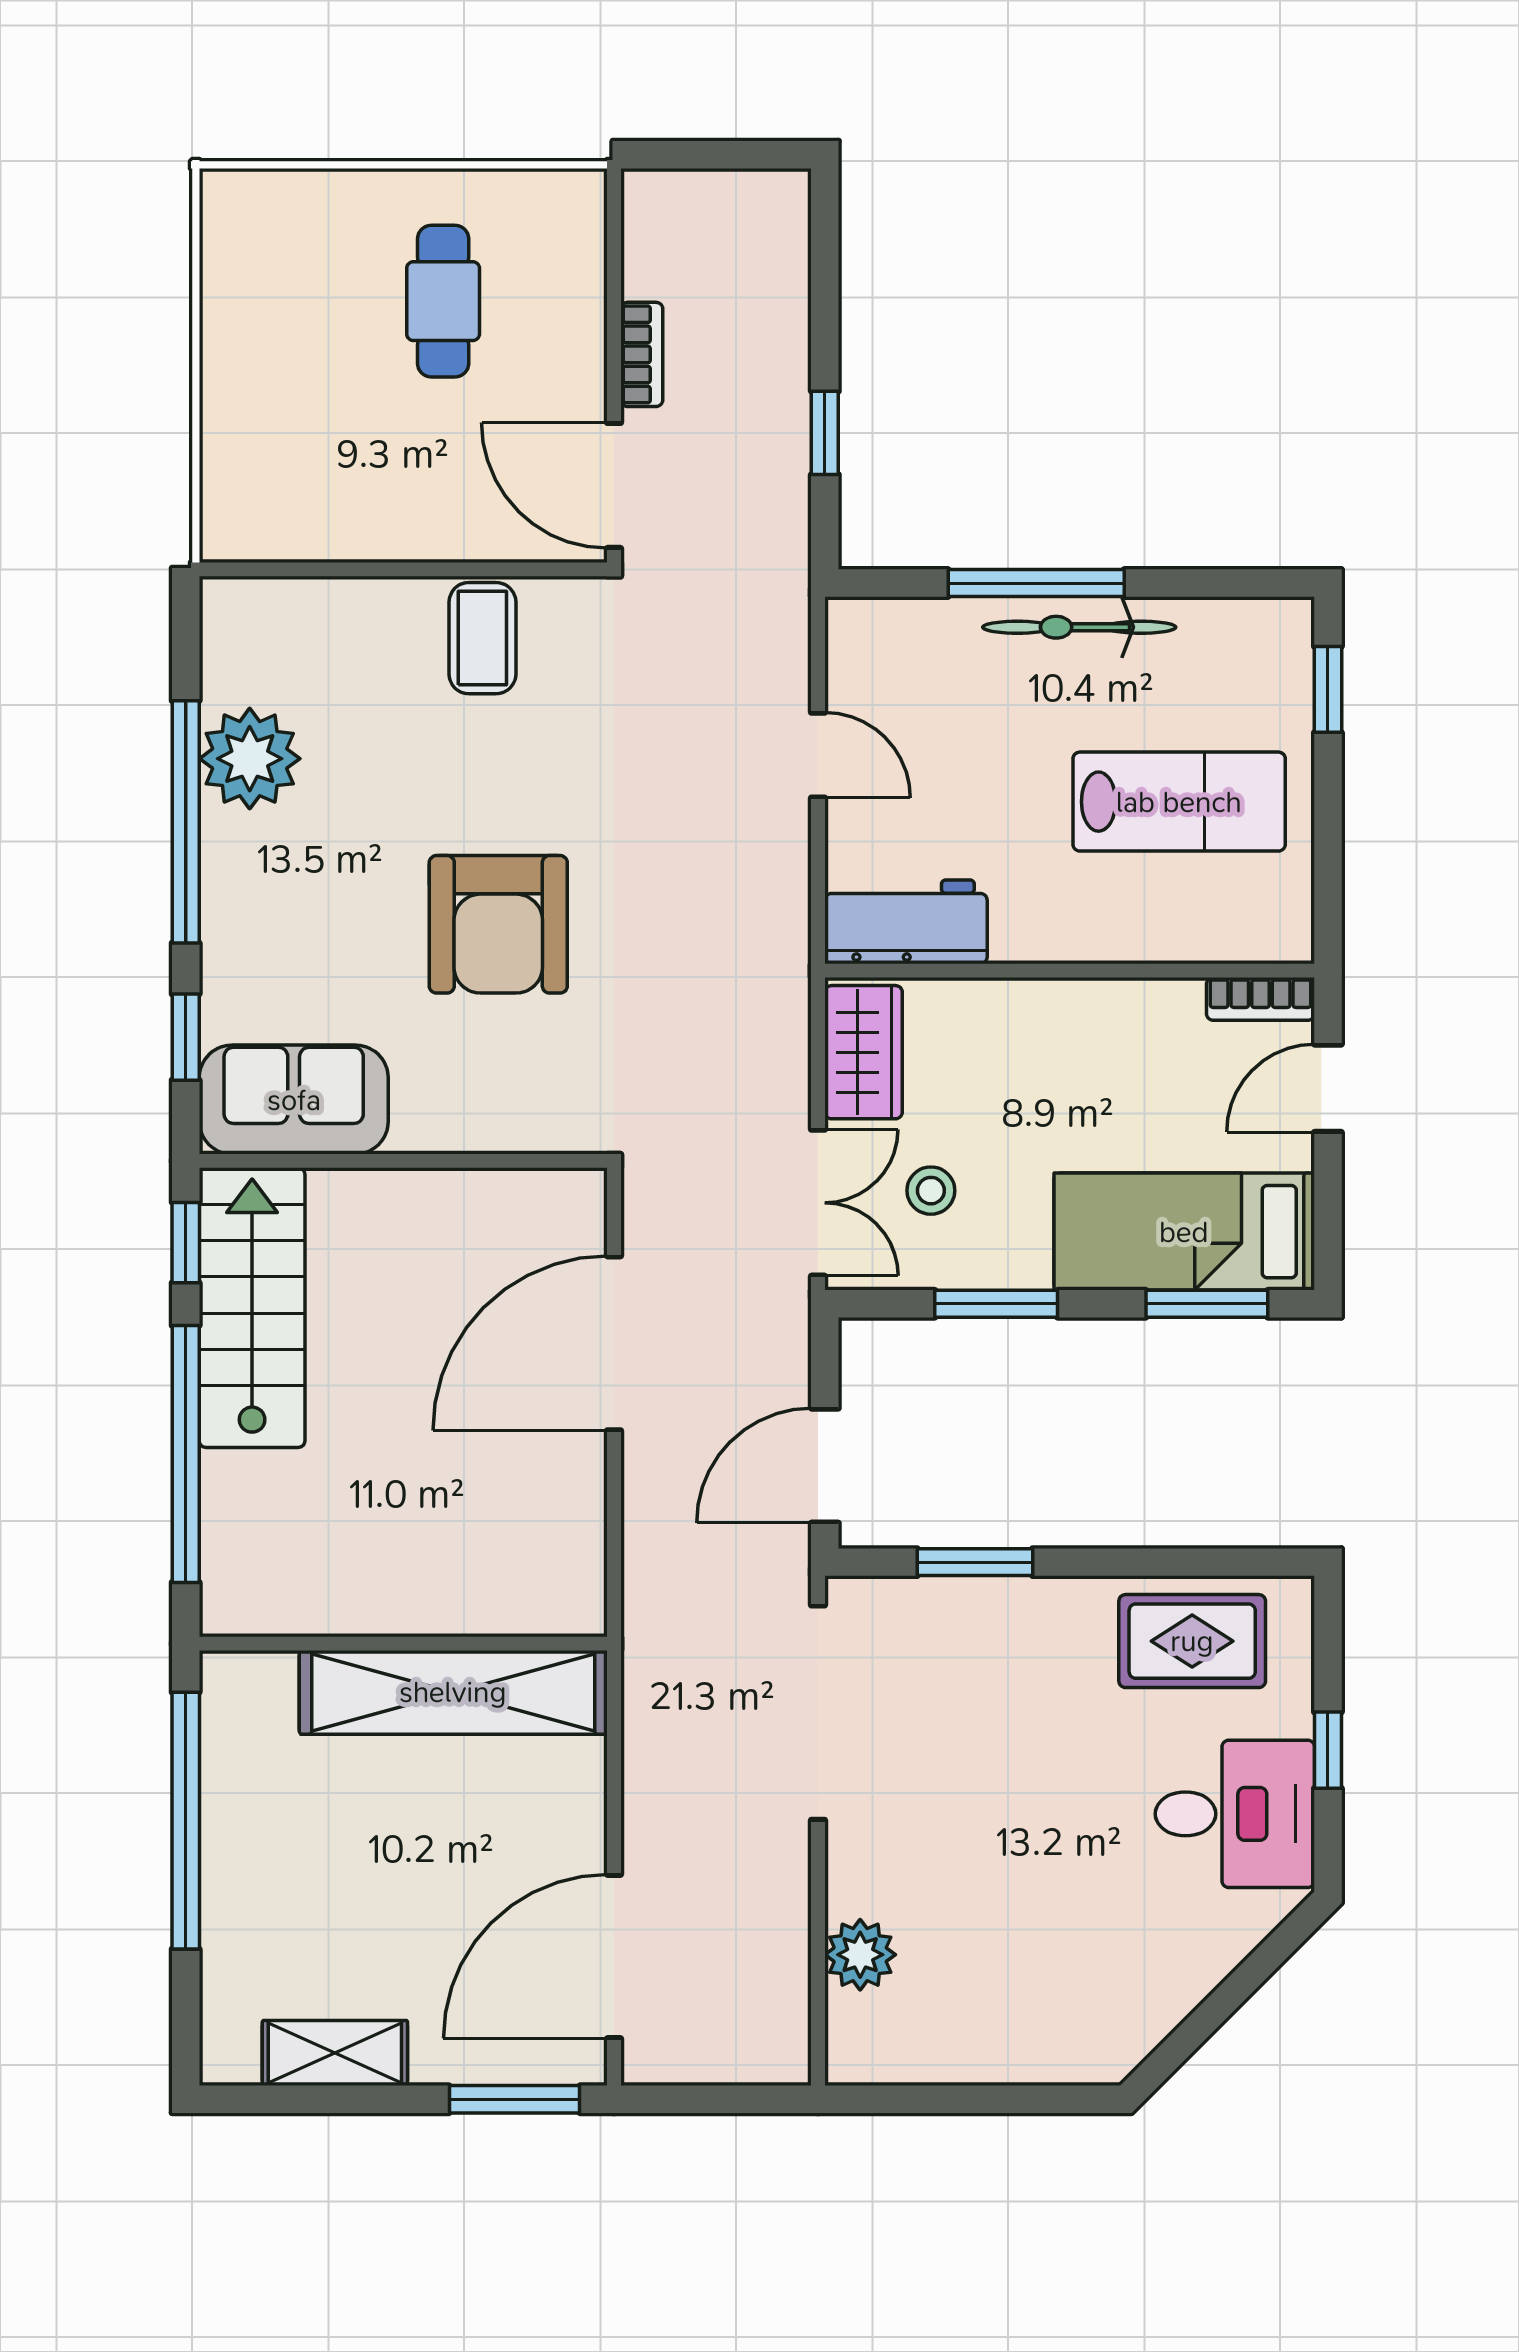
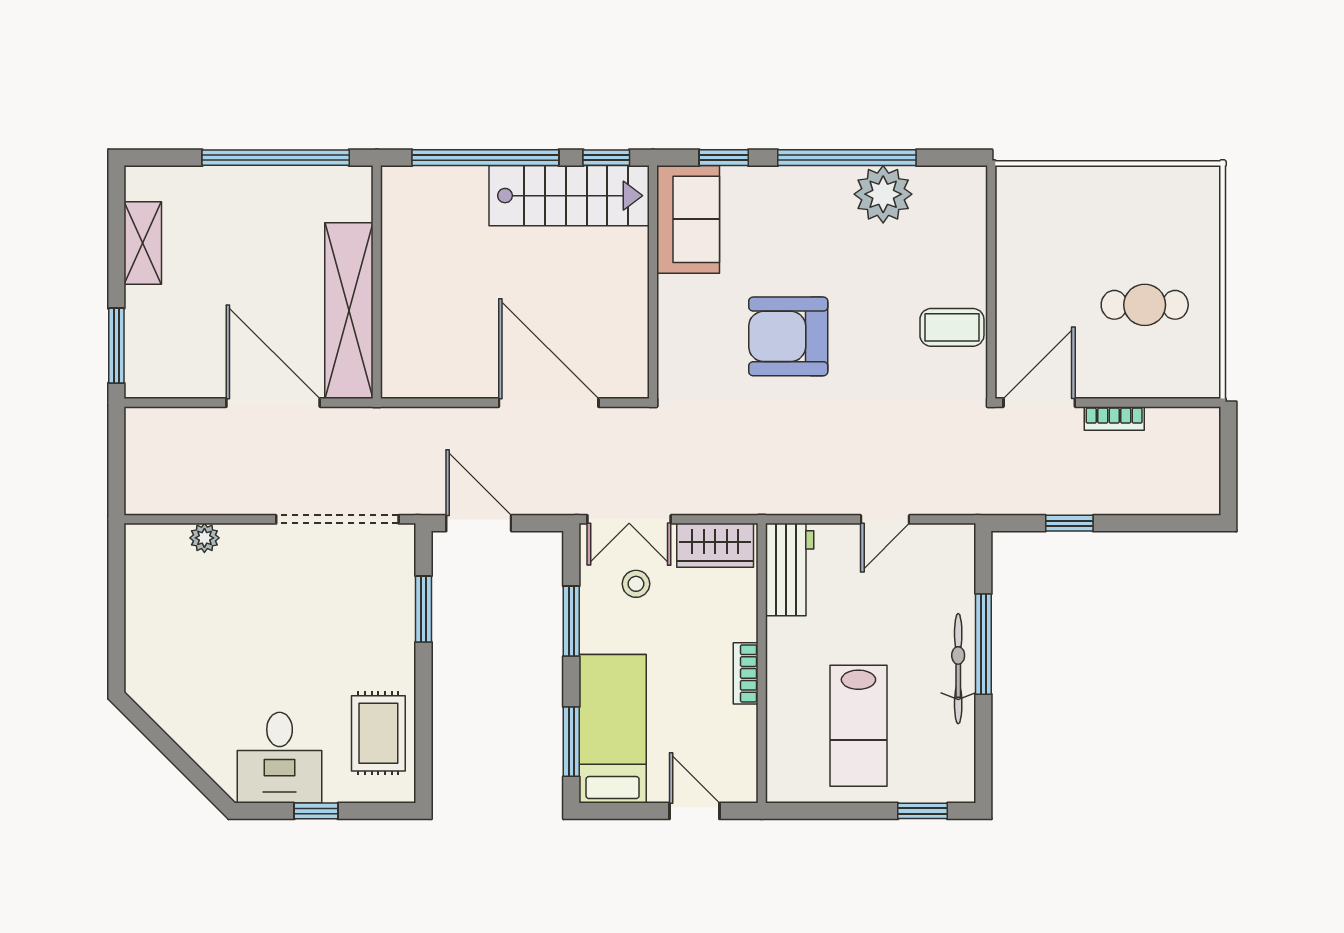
bookcase: (1260, 999) -> (746, 673), moved
plant: (860, 1955) -> (204, 538), width x0.73, depth x0.73
door: (614, 1957) -> (273, 403), moved

